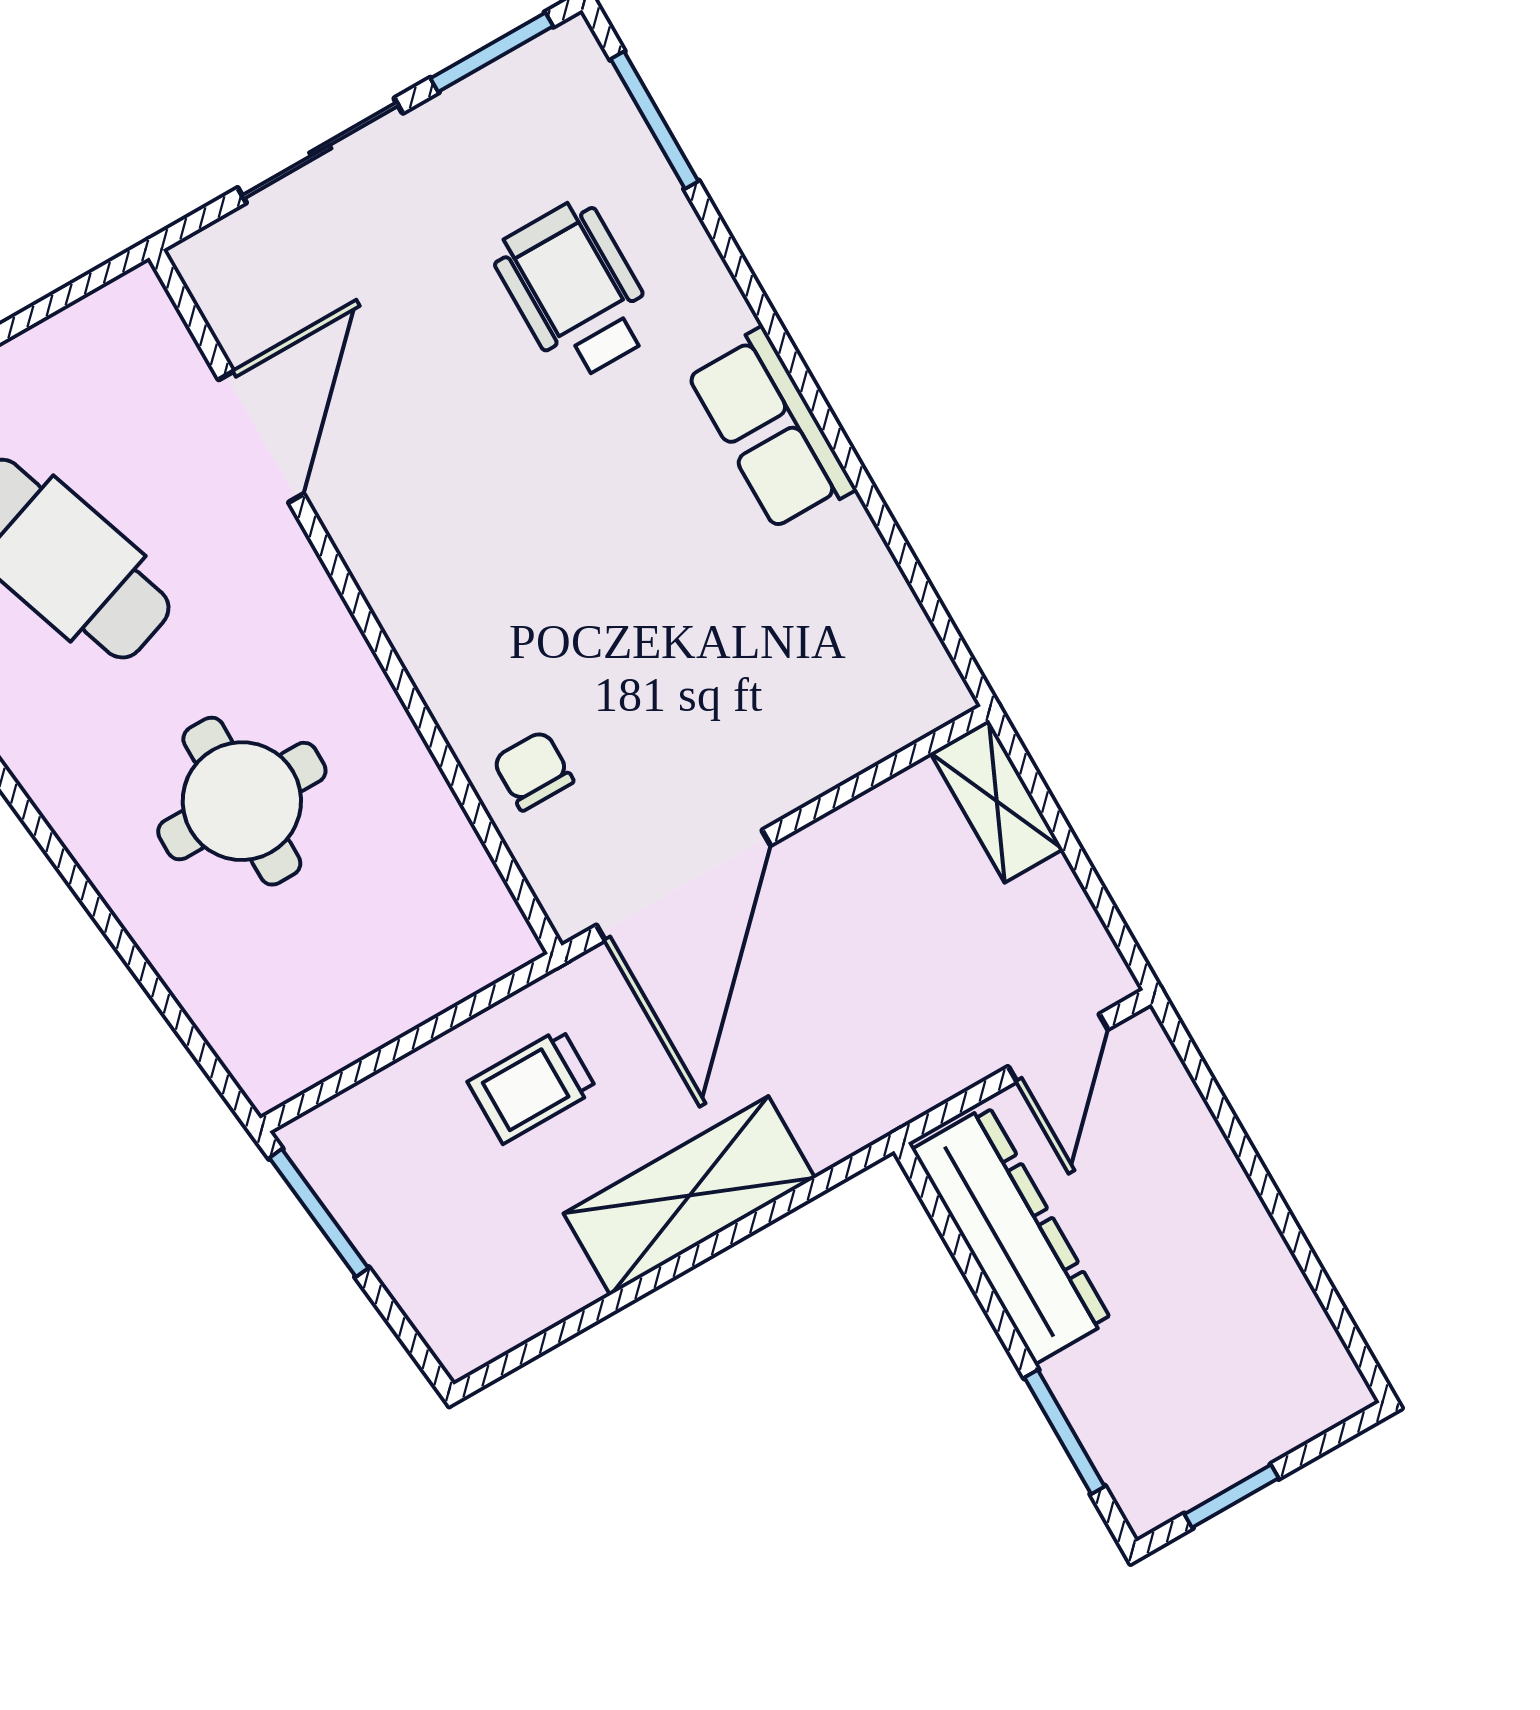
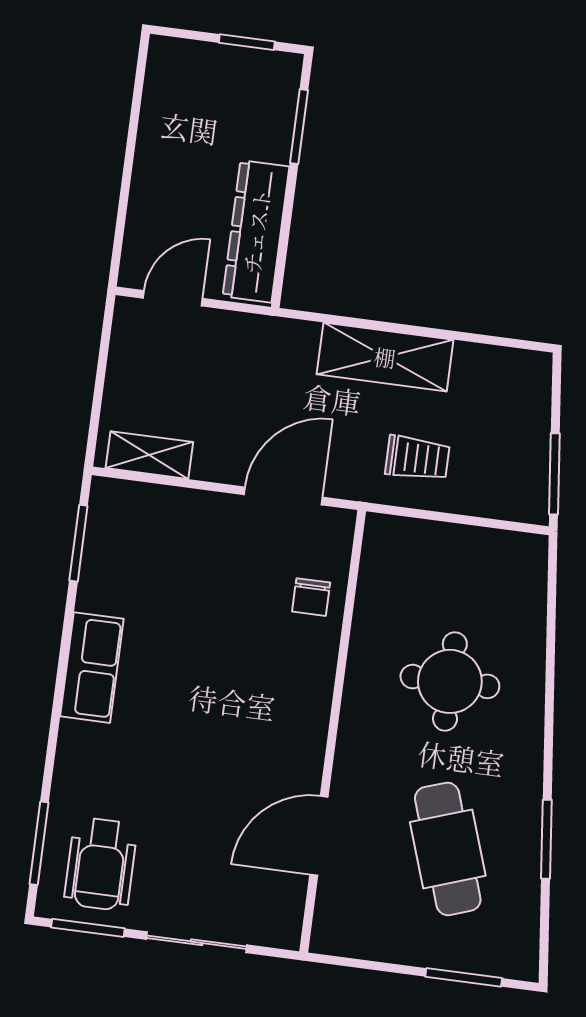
wheelchair: (575, 290) -> (101, 864), moved
window: (926, 594) -> (78, 543), added
shelving: (997, 801) -> (149, 455), moved, turned 90
door: (684, 885) -> (283, 496), width x0.73

